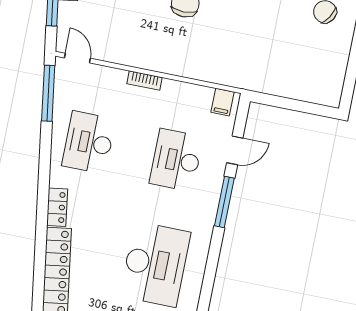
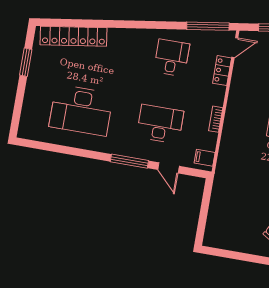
bookcase: (144, 81) -> (216, 119), moved
desk: (89, 142) -> (172, 58), width x0.73
locker: (57, 207) -> (222, 71), moved, turned 99

